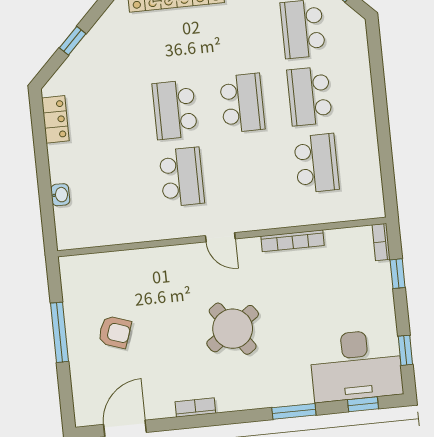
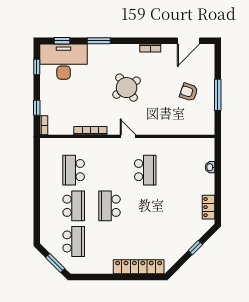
school desk: (175, 110) -> (145, 206), removed
school desk: (182, 177) -> (145, 170), turned 180

